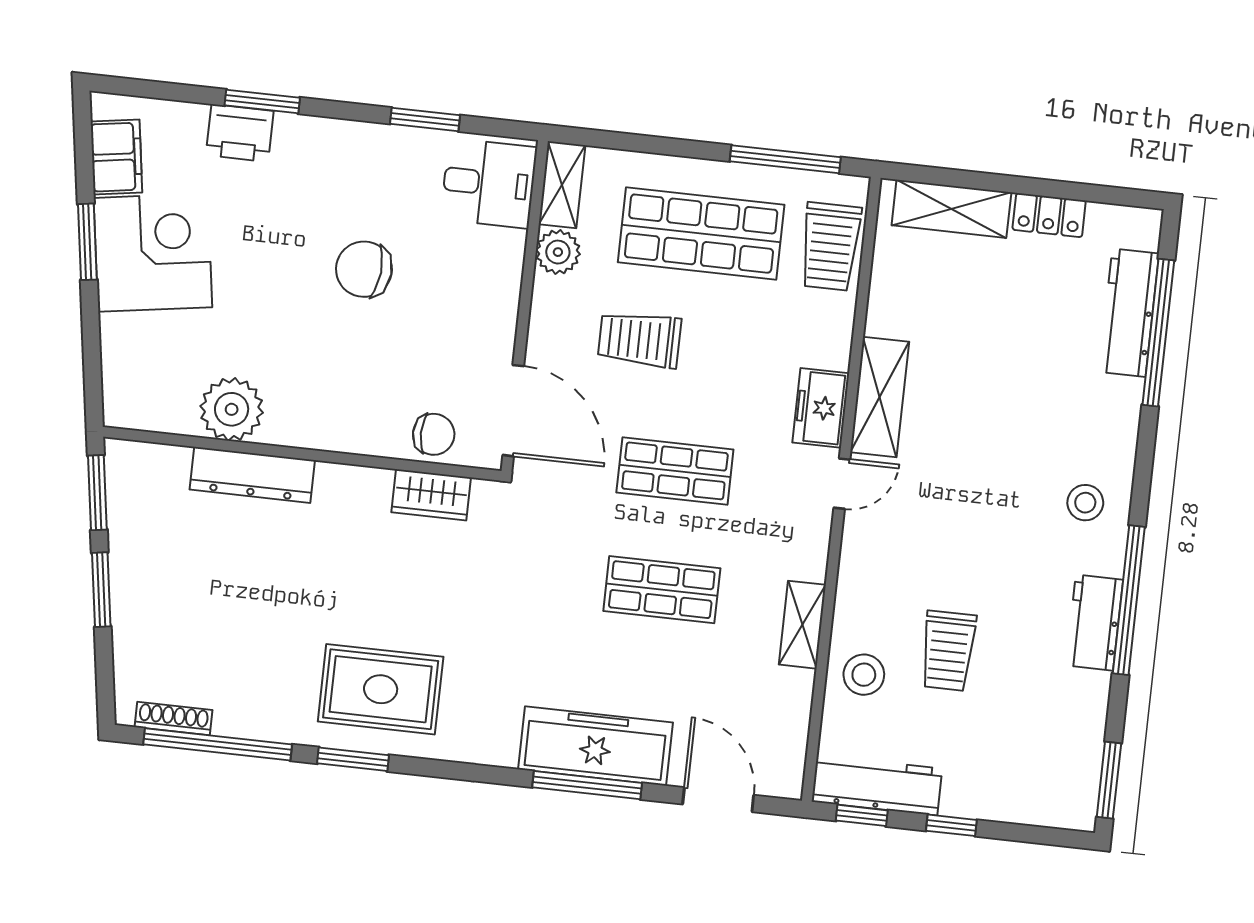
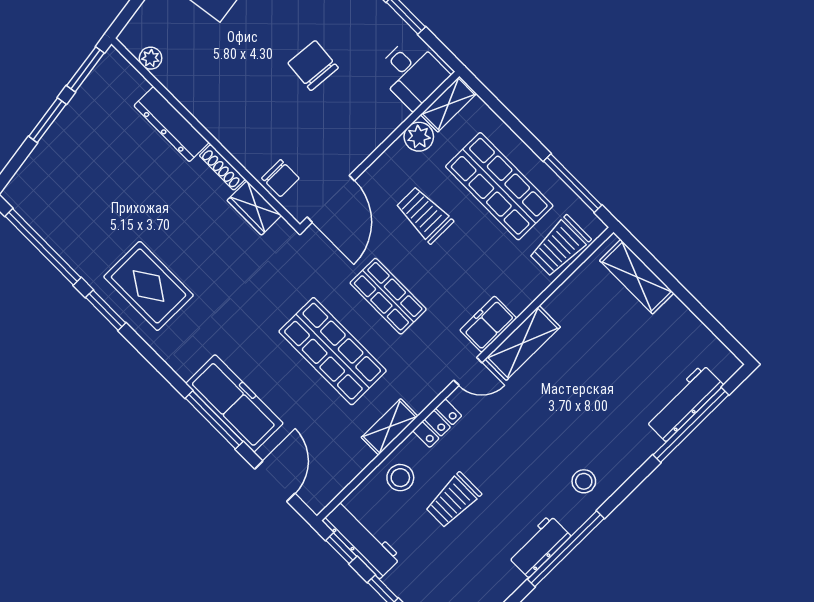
locker: (1049, 215) -> (437, 423), moved, turned -90
plant: (232, 409) -> (151, 58), moved, width x0.53, depth x0.53
shop shelf: (662, 590) -> (333, 351), width x1.43, depth x1.36
shoe rack: (173, 719) -> (222, 167), moved, turned 180

